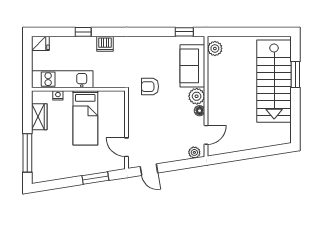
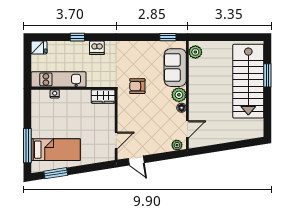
wardrobe: (39, 117) -> (103, 97), moved, turned 90
bed: (85, 118) -> (56, 150), moved, turned -90
door: (127, 147) -> (116, 140), swing flipped
window: (95, 178) -> (56, 173), moved

